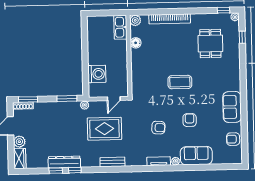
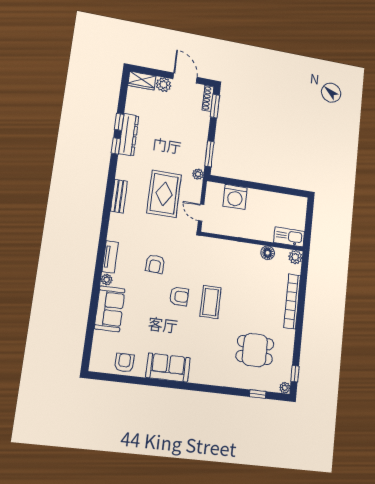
armchair: (190, 120) -> (179, 296), moved

